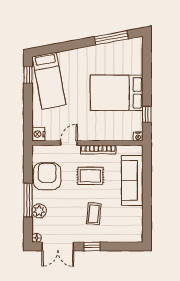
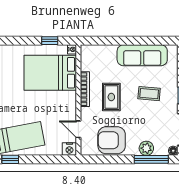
bed: (117, 93) -> (50, 73), moved, turned 90
door: (69, 143) -> (78, 129), moved
sofa: (132, 180) -> (142, 55), moved
window: (28, 200) -> (151, 159), moved

